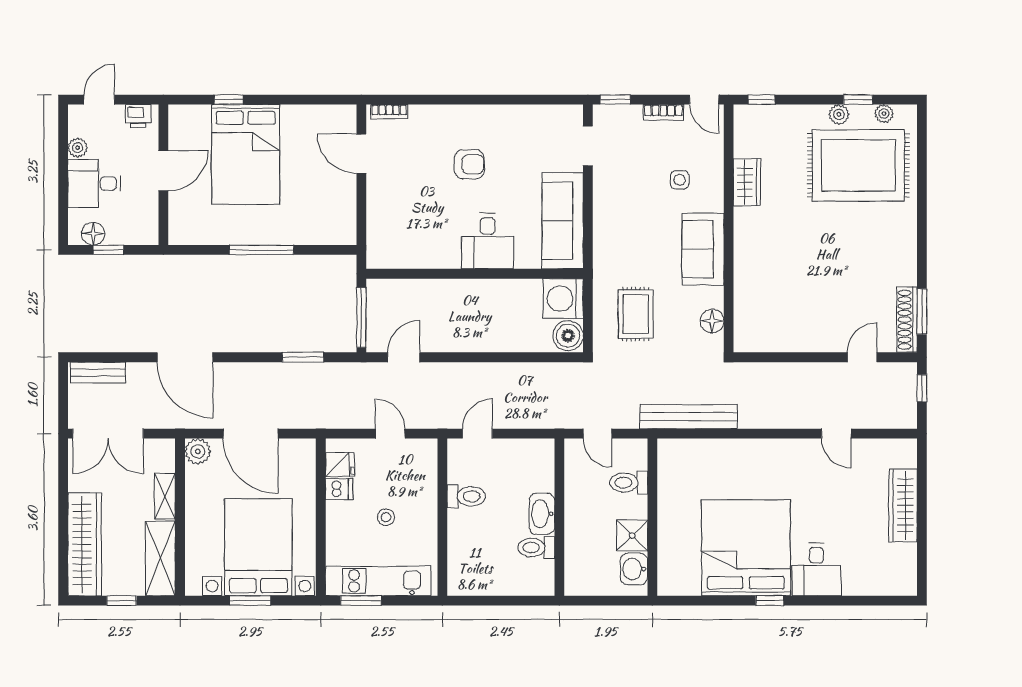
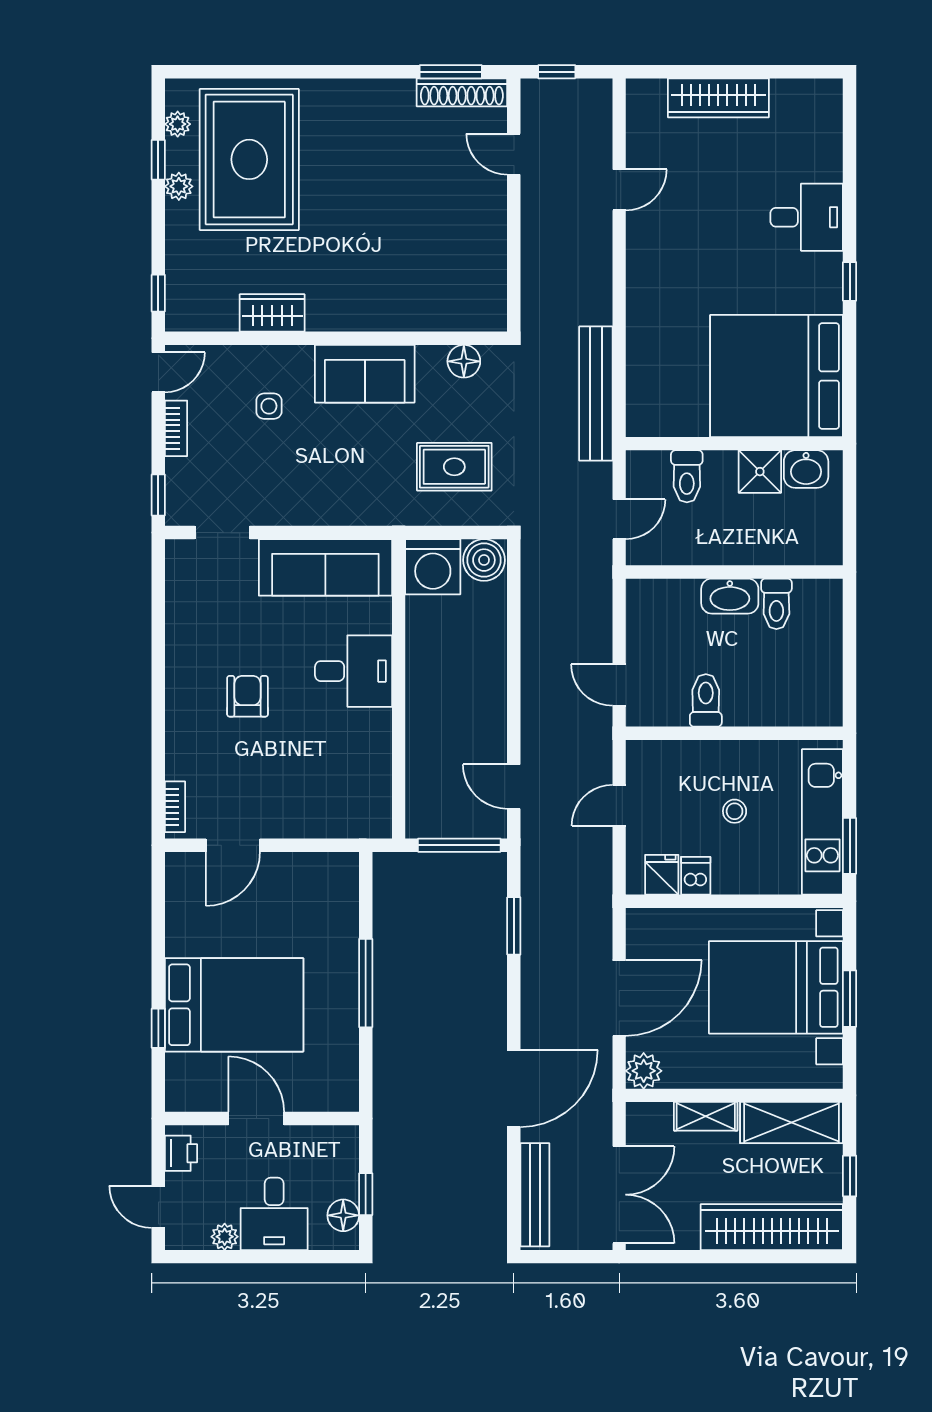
bench: (98, 372) -> (535, 1195), width x1.36
bed: (746, 548) -> (777, 376), moved

